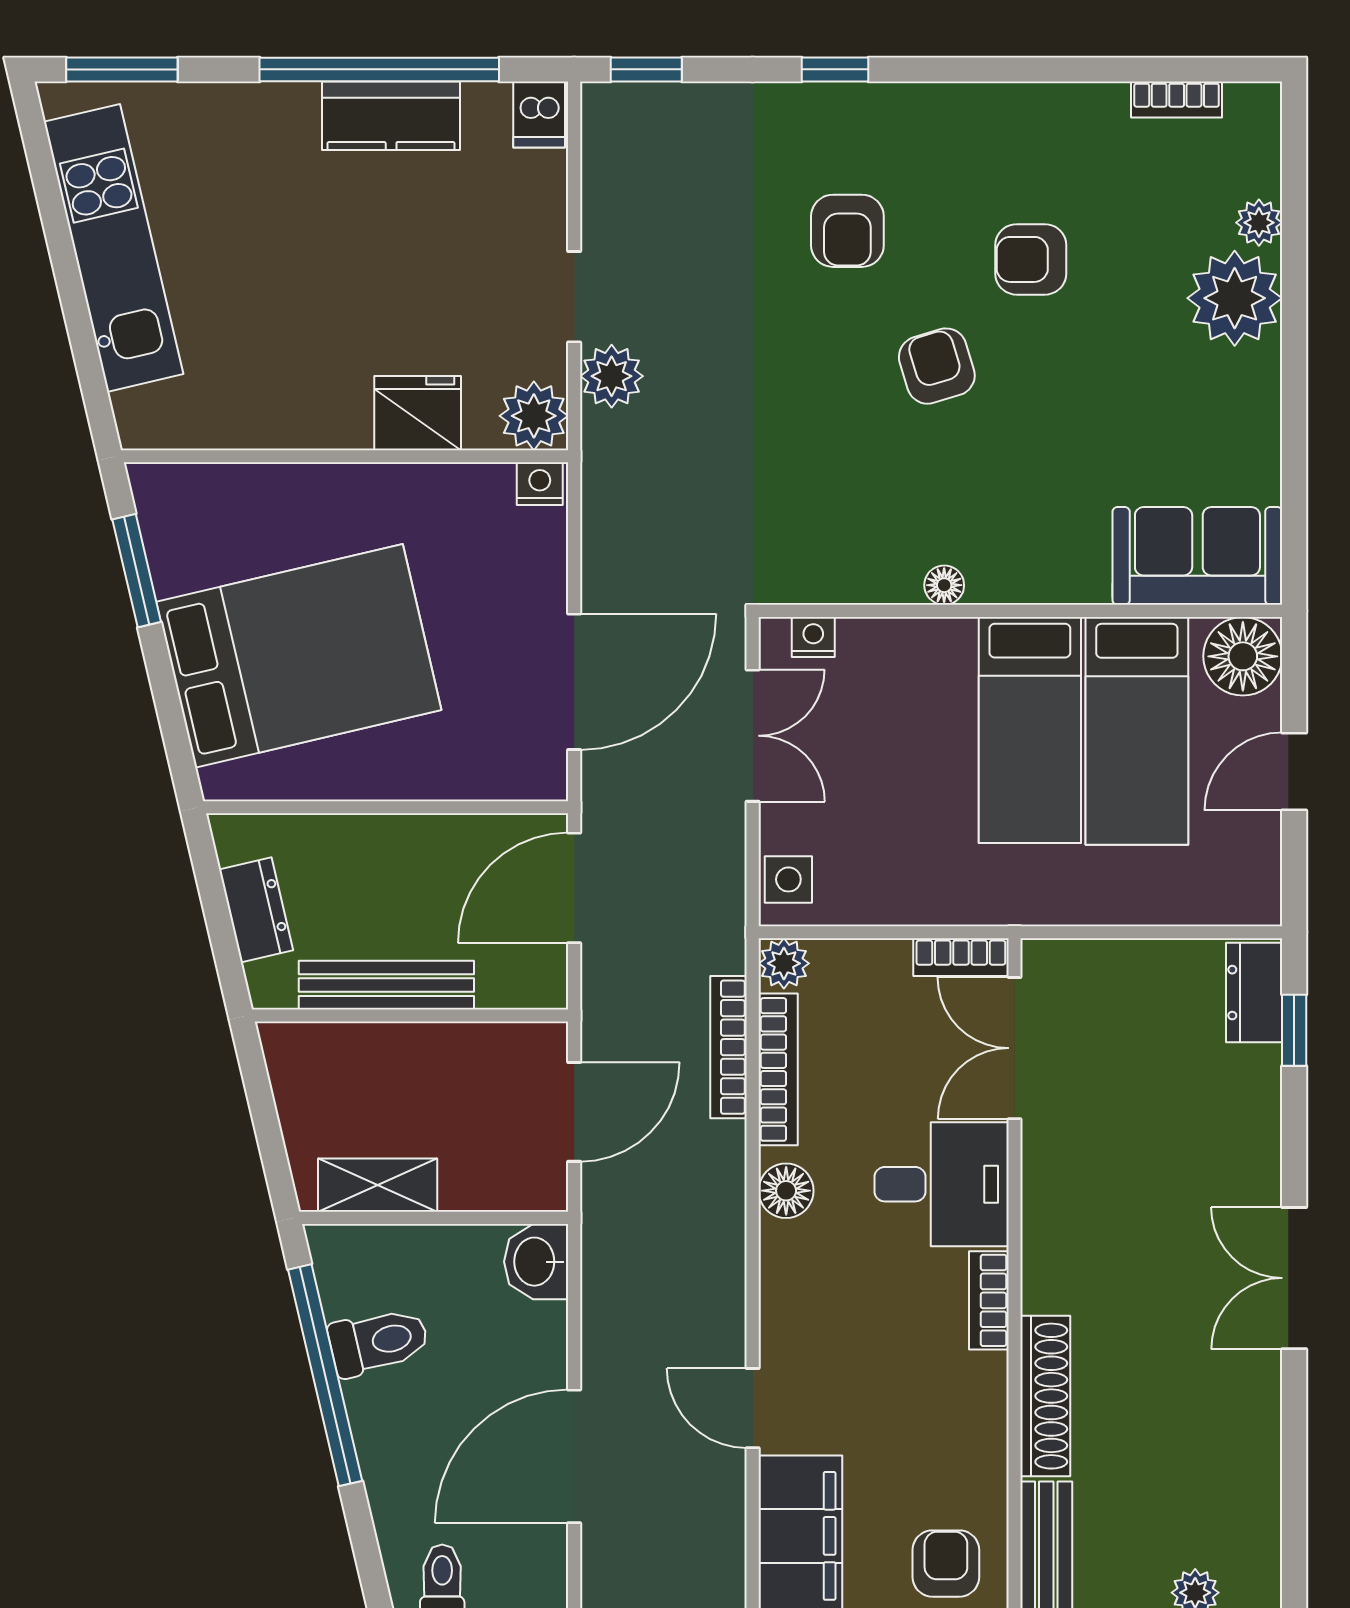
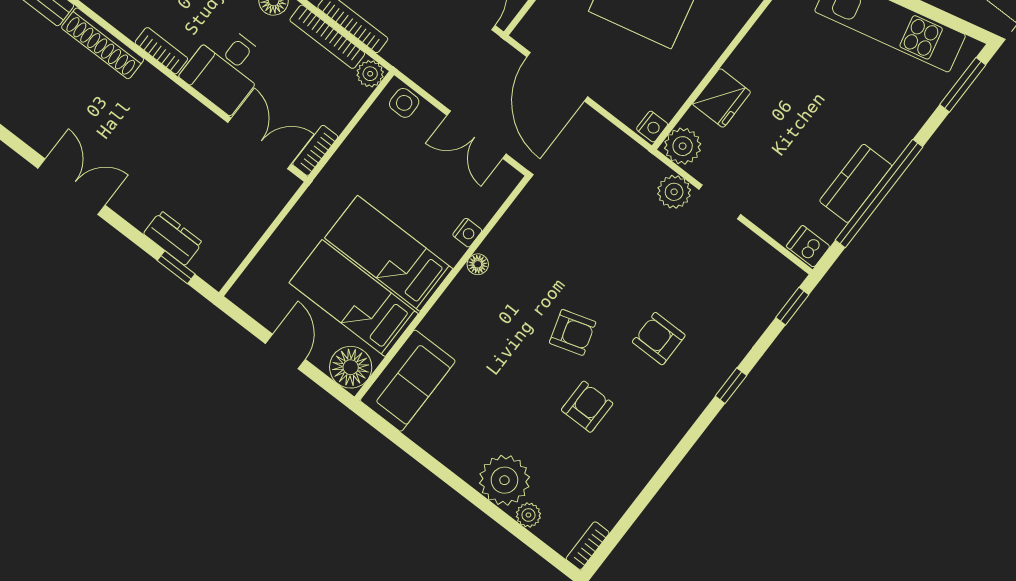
bookcase: (1177, 100) -> (588, 546), moved
nightstand: (813, 637) -> (467, 233), moved
dresser: (1254, 993) -> (173, 238), moved

